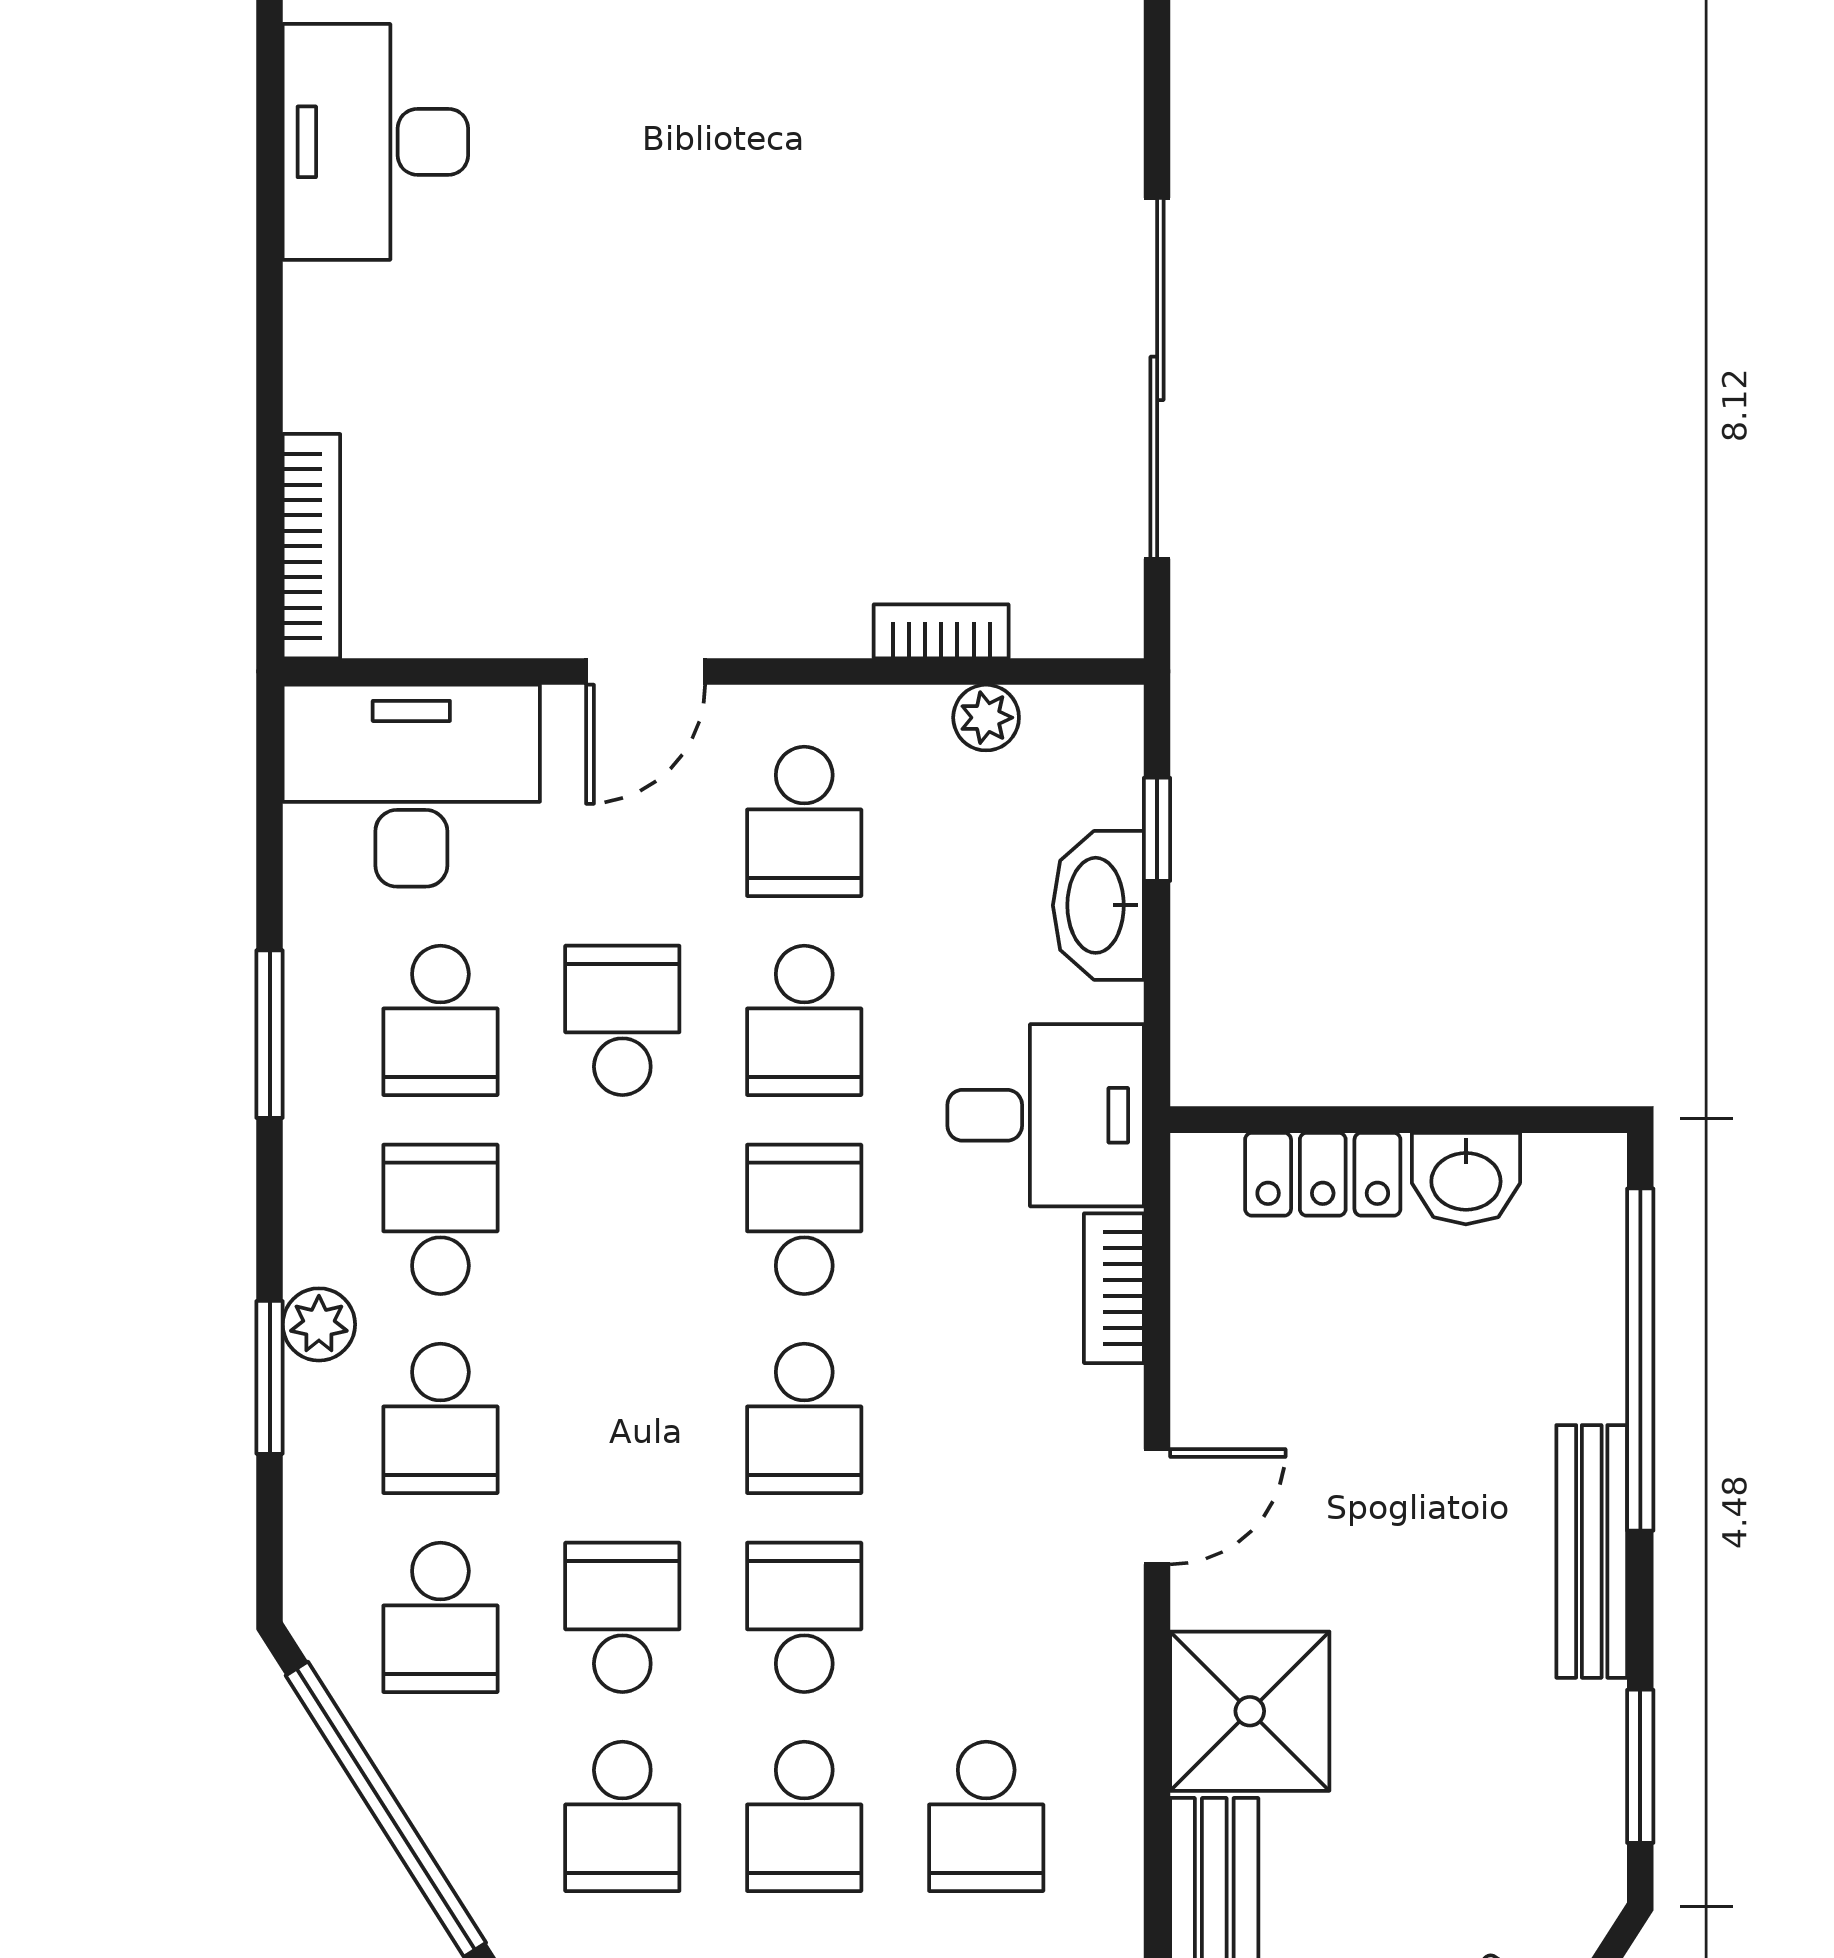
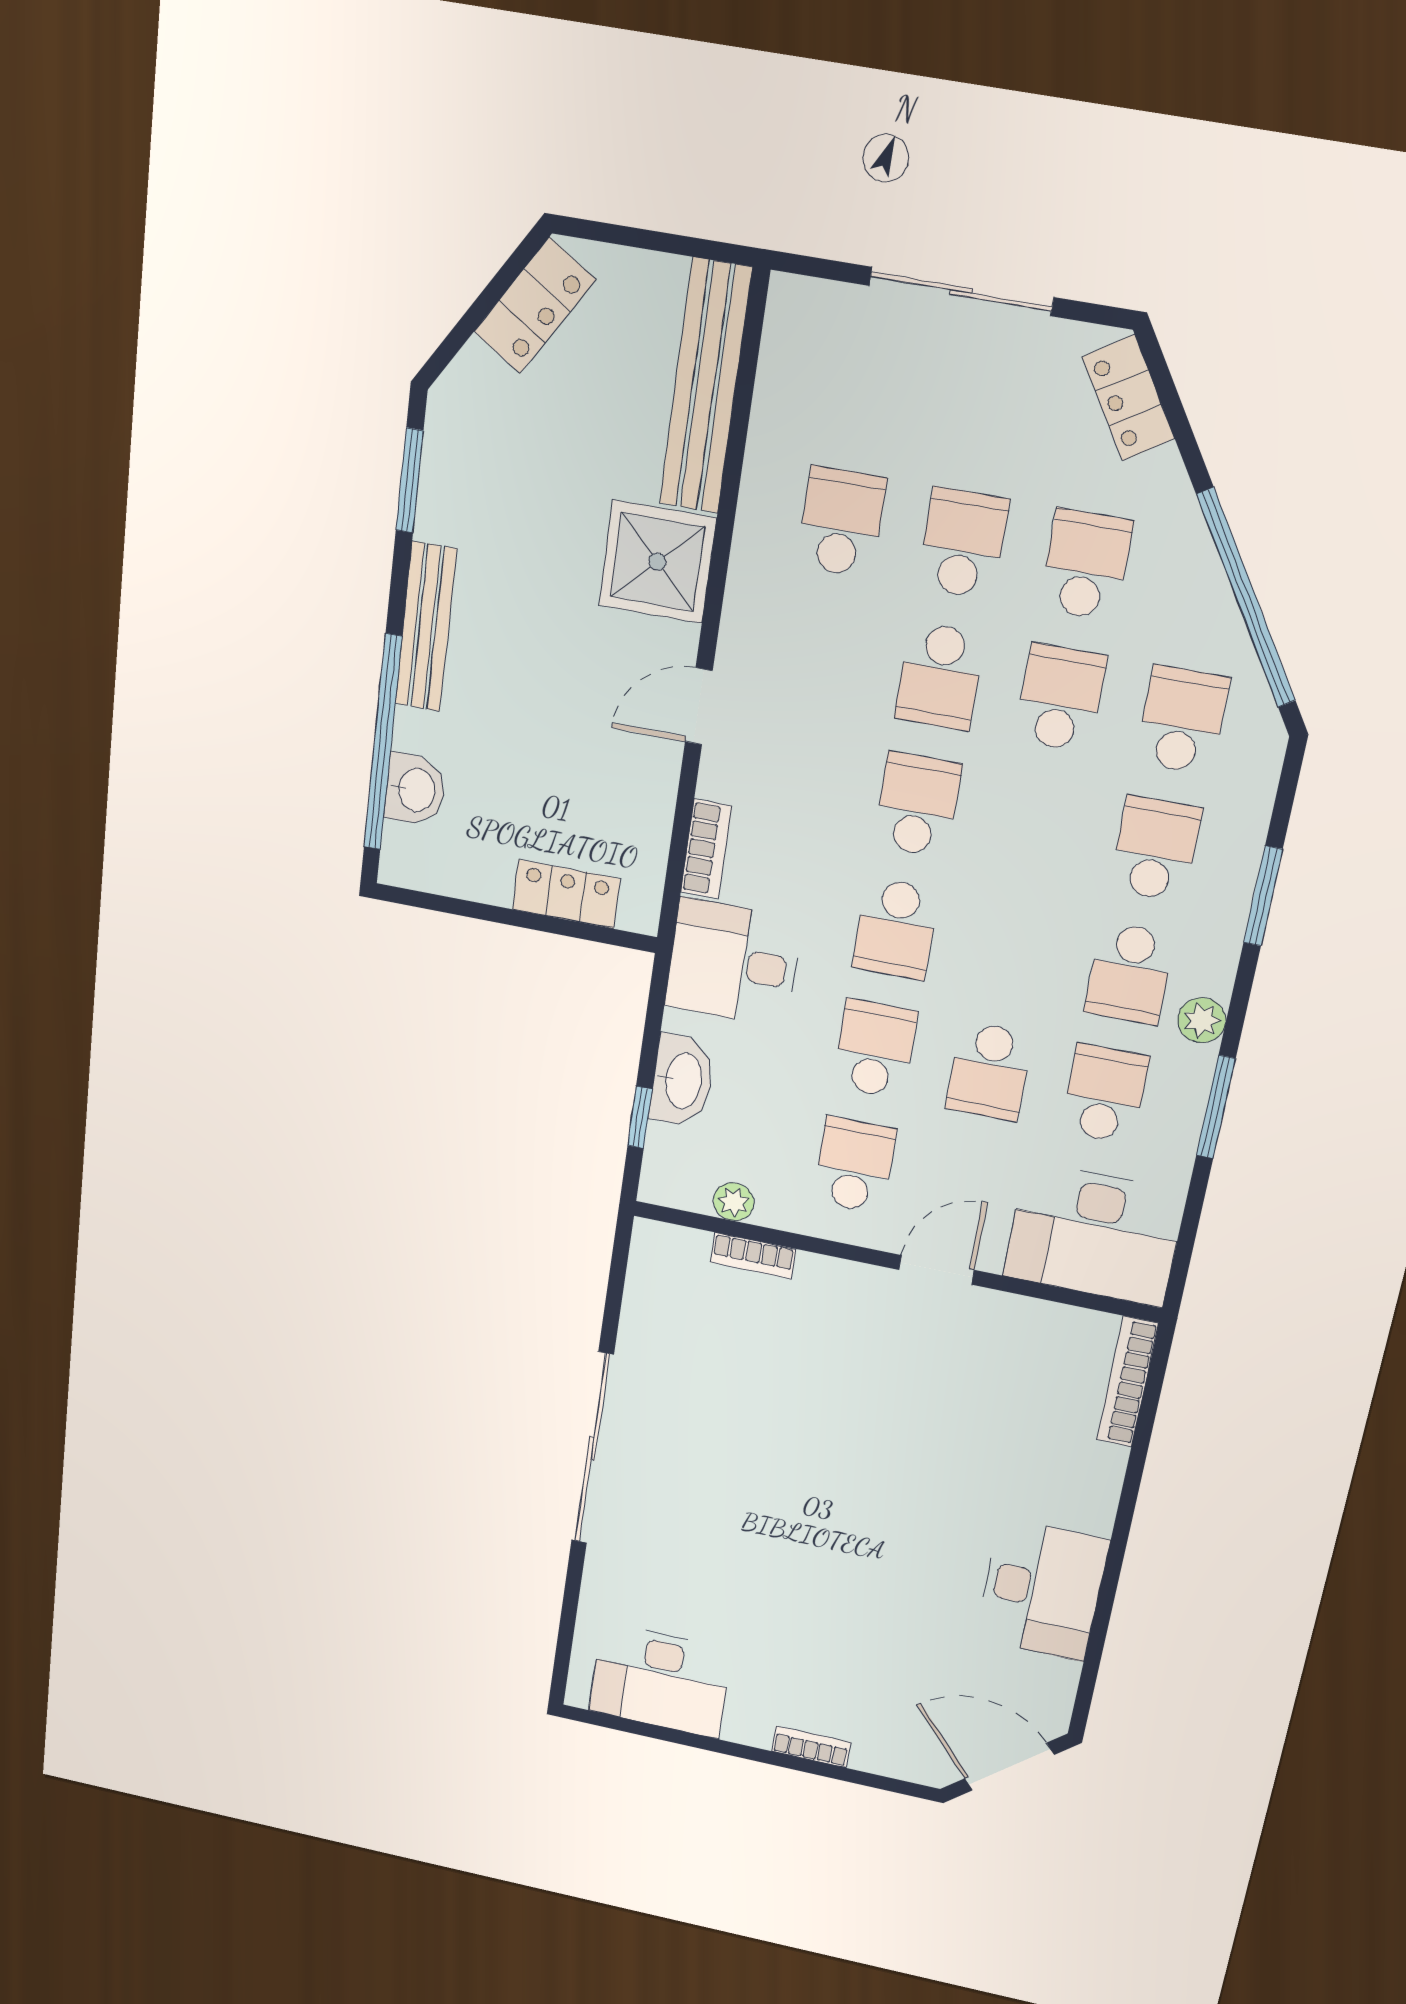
sliding door: (1157, 378) -> (592, 1448), moved
washbasin: (1466, 1179) -> (415, 790), moved, turned 90
plant: (319, 1324) -> (1202, 1020), moved
school desk: (622, 1617) -> (1060, 698), turned 180

